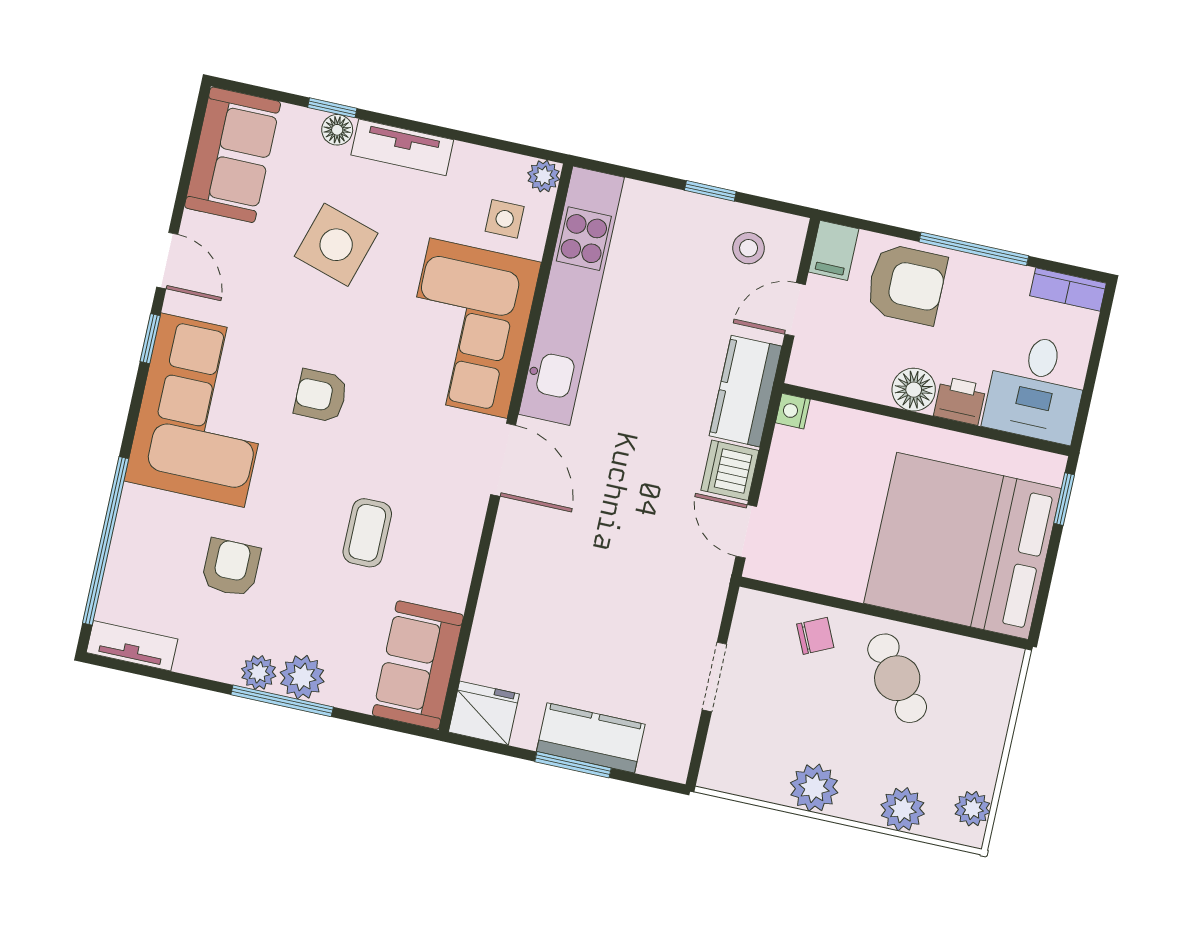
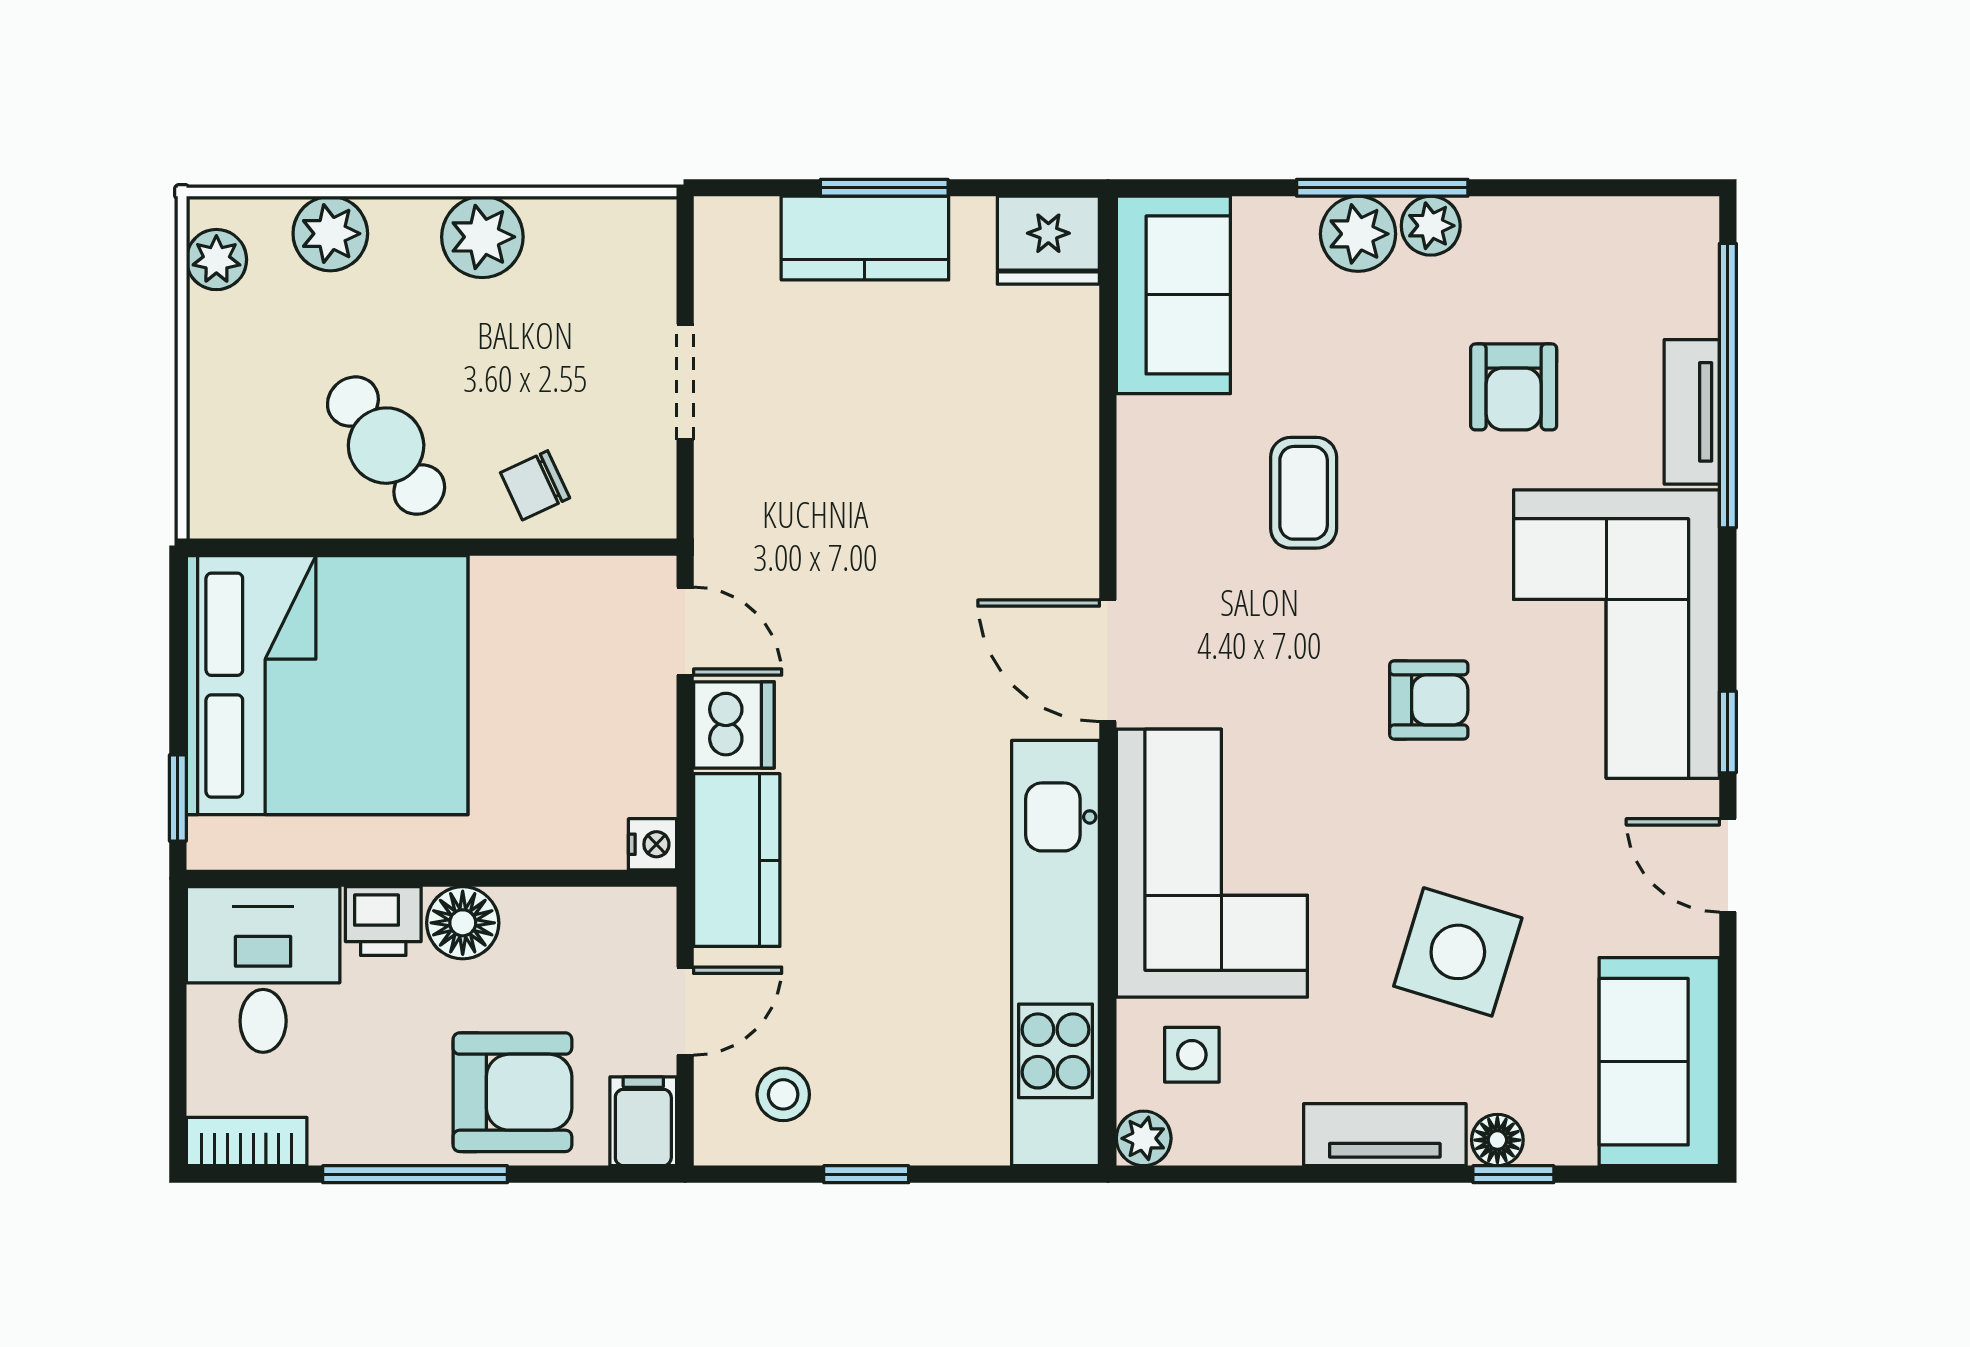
armchair: (906, 284) -> (512, 1092), turned 180
tv unit: (132, 646) -> (1692, 412), moved, turned 90

